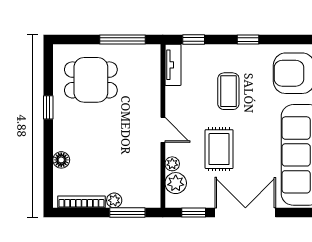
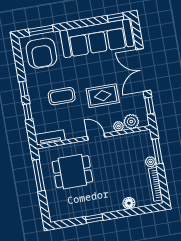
window: (194, 39) -> (28, 112), moved
dining table: (91, 80) -> (72, 172), moved, turned 90
door: (163, 130) -> (96, 137), hinge flipped

